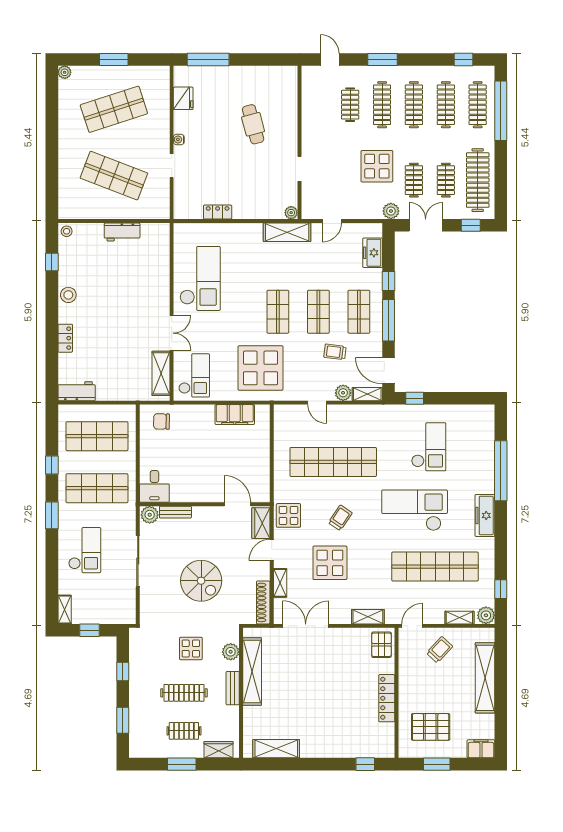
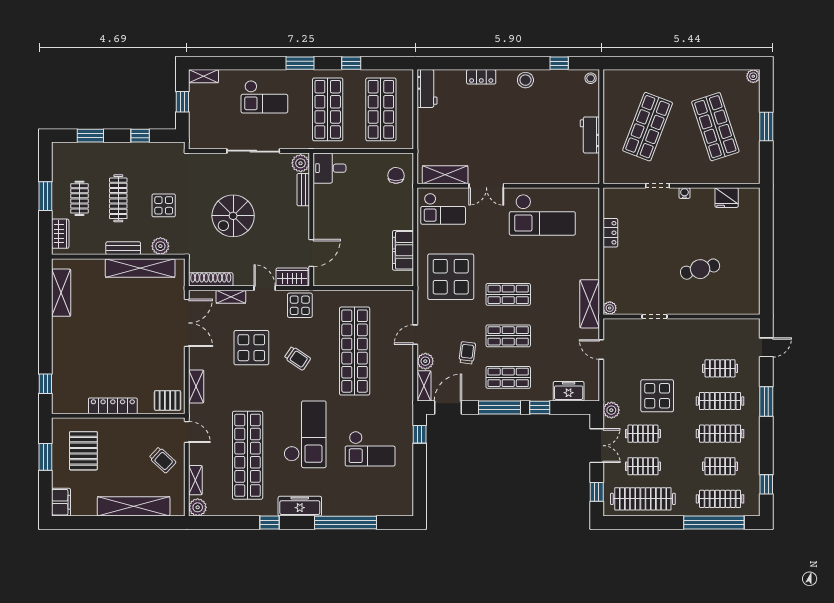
window: (208, 60) -> (766, 223), removed
clothes rail: (446, 105) -> (720, 466), width x0.73
window: (501, 589) -> (269, 523), moved

